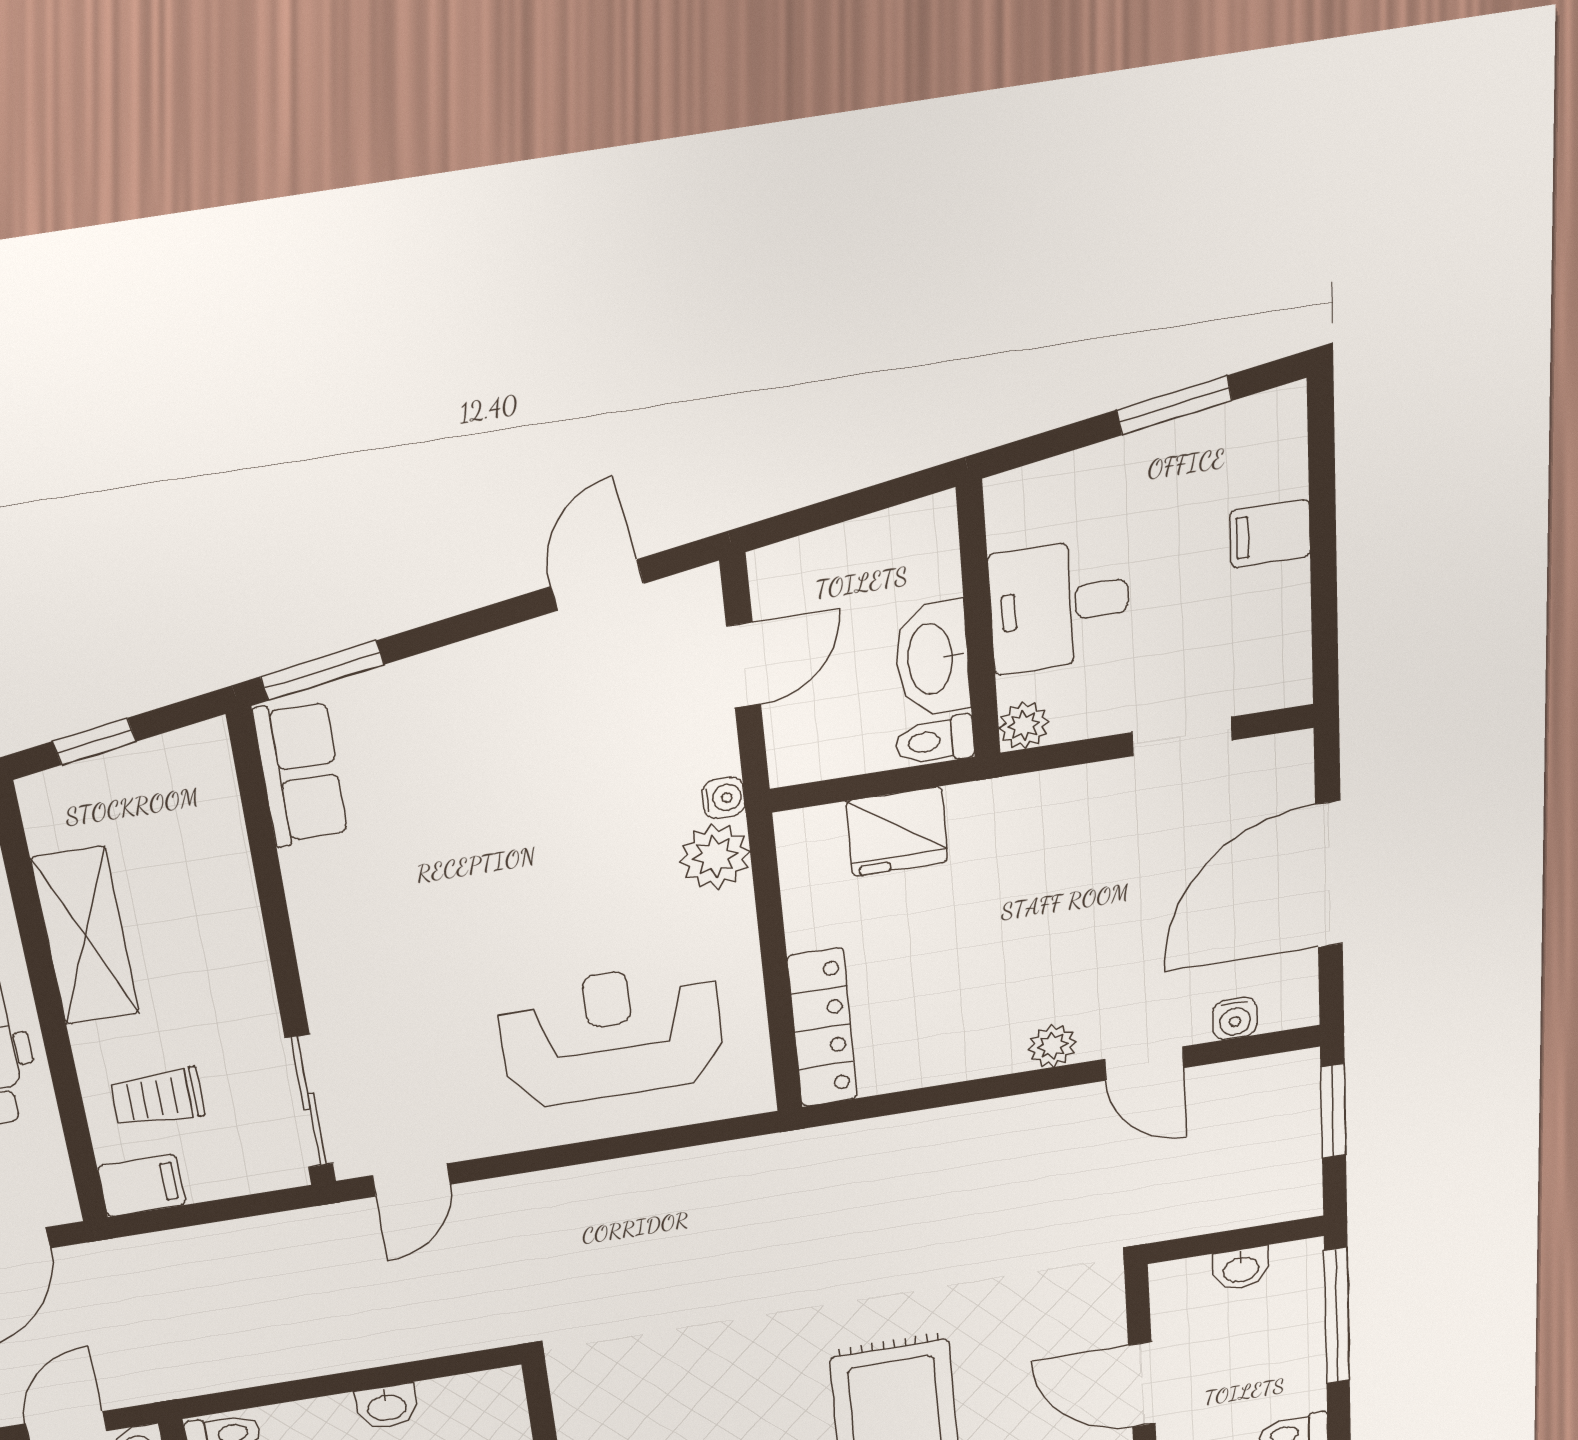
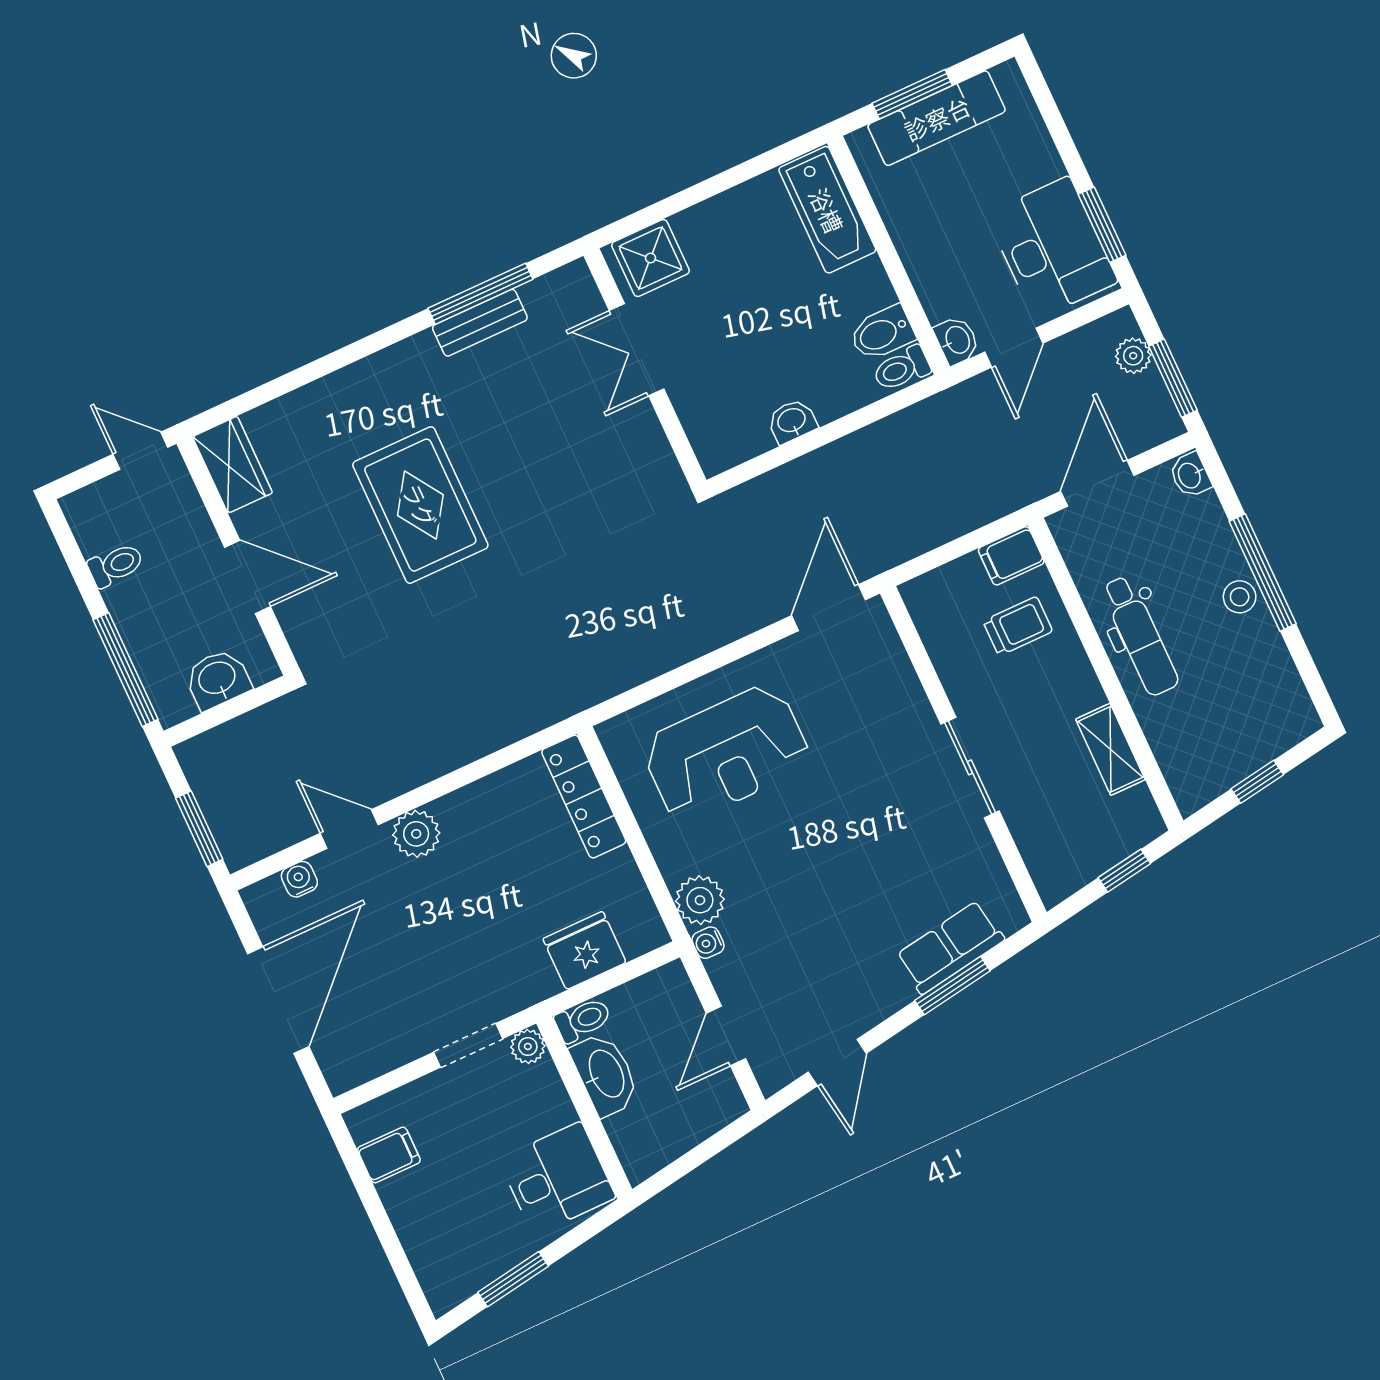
filing cabinet: (1270, 534) -> (389, 1155), moved
desk: (1059, 605) -> (557, 1178), moved
window: (322, 671) -> (952, 986), moved
doorway: (1182, 736) -> (468, 1045), moved
row of seats: (300, 773) -> (950, 947), moved, turned 81
shelving: (85, 936) -> (1110, 749), width x0.67, depth x0.75
plant: (1052, 1046) -> (416, 834), width x1.38, depth x1.38
sliding door: (309, 1101) -> (970, 767), moved
door: (411, 1180) -> (829, 608), width x1.38
washbasin: (1241, 1269) -> (217, 679), width x1.38, depth x1.45

